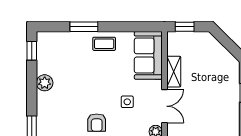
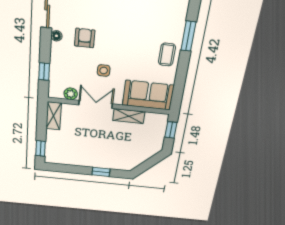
double door: (164, 106) -> (96, 104), swing flipped
armchair: (97, 123) -> (85, 38), turned 90

